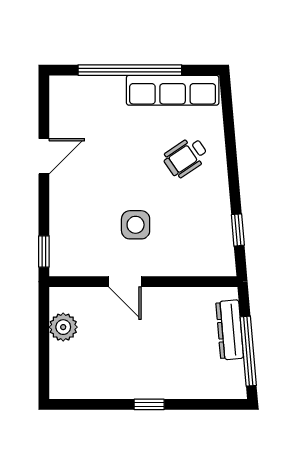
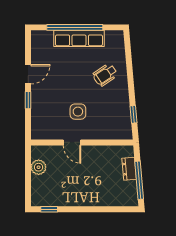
row of seats: (173, 90) -> (79, 38), moved
window: (44, 251) -> (28, 100), moved
dresser: (230, 330) -> (129, 169), width x0.70
window: (149, 404) -> (49, 209), moved

